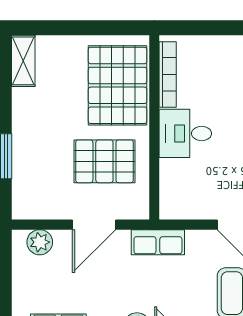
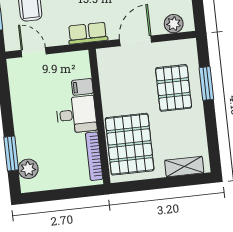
shelving: (23, 61) -> (184, 167), moved, turned 90
pallet: (104, 161) -> (174, 88), moved, turned 90
filing cabinet: (173, 170) -> (82, 87), added

